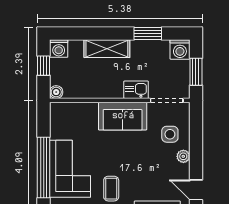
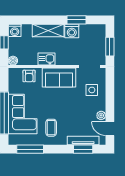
washing machine: (180, 49) -> (72, 31), moved
kitchen sink: (136, 90) -> (47, 59), moved
armchair: (79, 114) -> (29, 76), added
plant: (183, 156) -> (101, 115), moved

